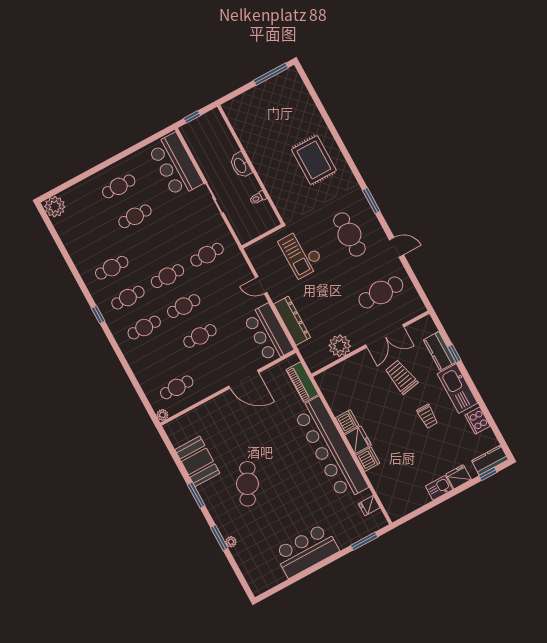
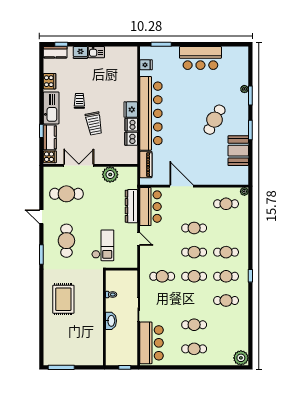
cooker: (426, 327) -> (50, 157), added
trolley: (401, 377) -> (94, 124), moved
dishwasher: (368, 459) -> (131, 139), moved

